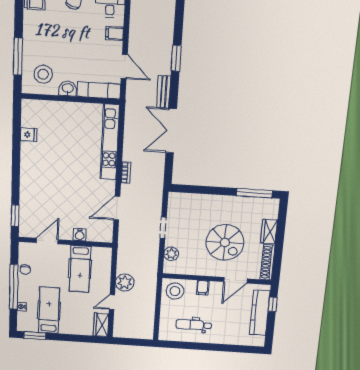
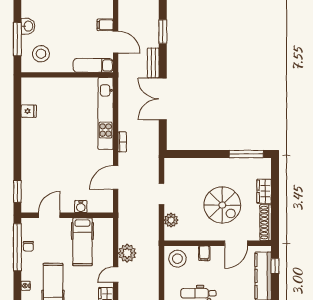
filing cabinet: (115, 33) -> (105, 25), moved
washbasin: (68, 89) -> (28, 26), moved, turned 90
window: (14, 287) -> (17, 247), moved

